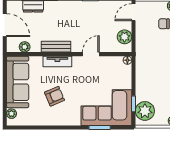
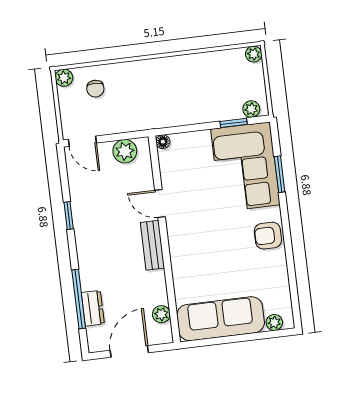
bench: (56, 47) -> (153, 245), moved
tv unit: (57, 61) -> (179, 257), removed
armchair: (55, 96) -> (268, 236), moved, turned -67
plant: (145, 111) -> (251, 109), width x0.53, depth x0.53

